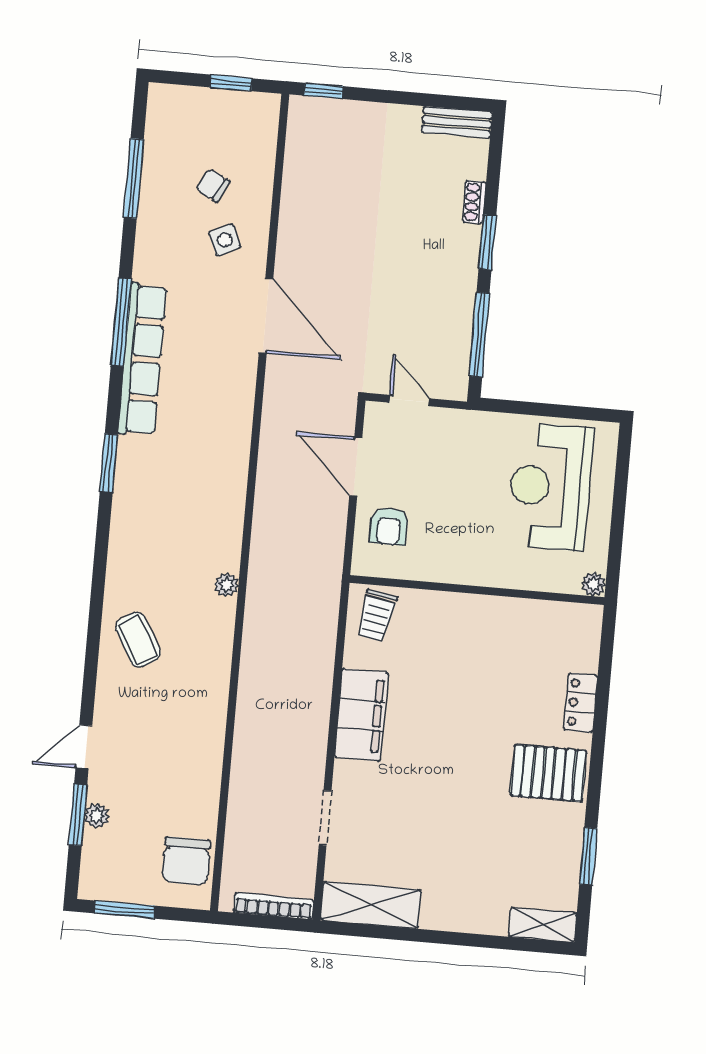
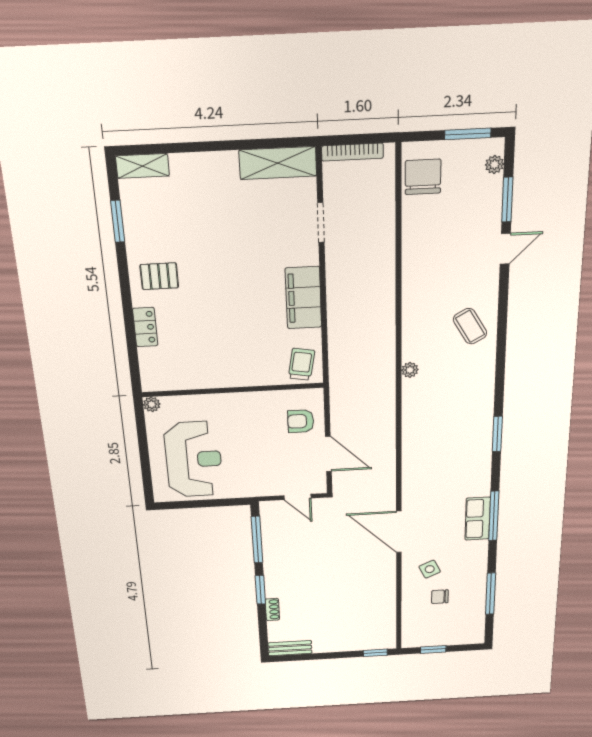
chair: (213, 185) -> (440, 597), turned 153
row of seats: (142, 359) -> (478, 519), width x0.50
armchair: (389, 526) -> (301, 421), turned -90
pallet: (548, 773) -> (159, 276), width x0.67, depth x0.71
plant: (97, 816) -> (495, 164), moved

